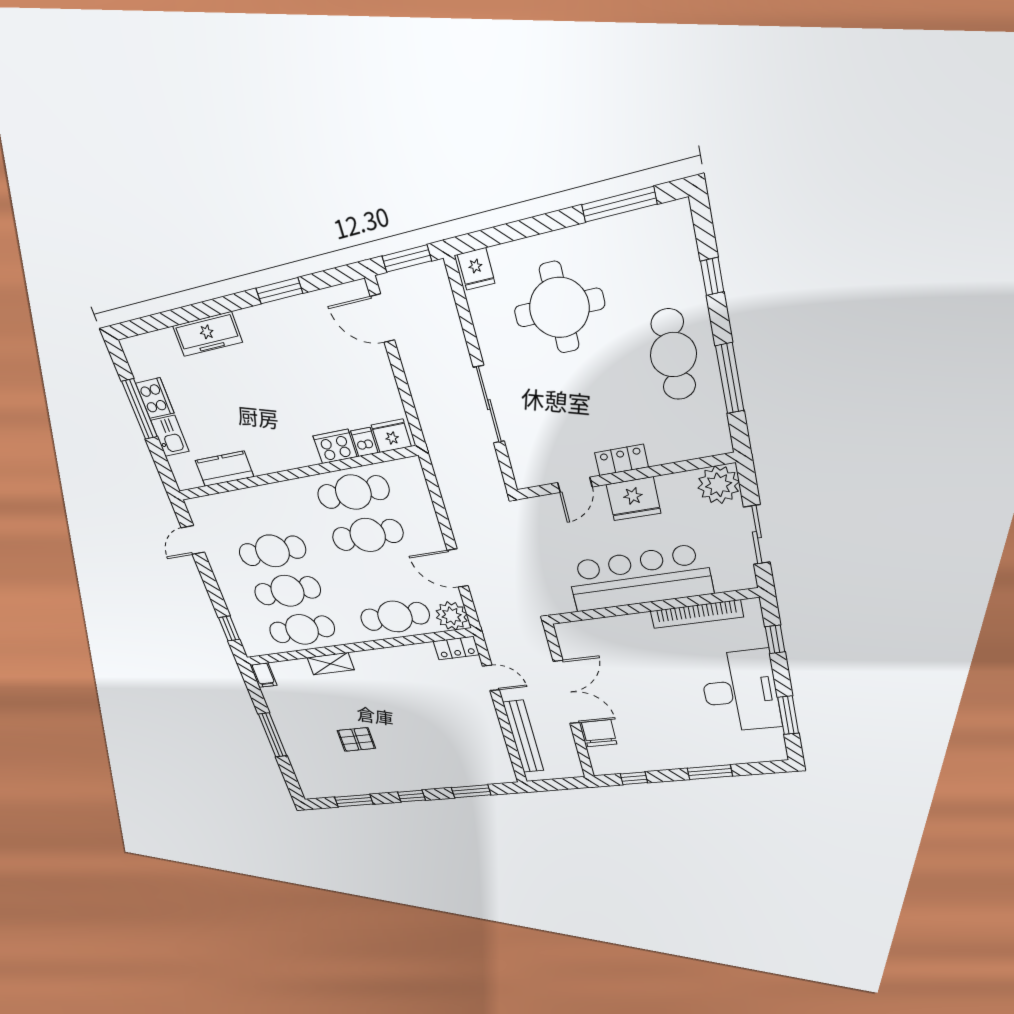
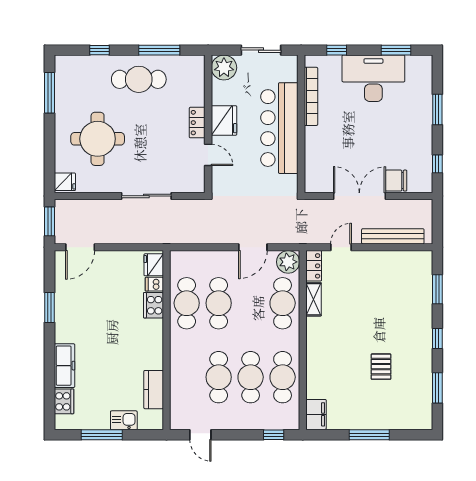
cooker: (155, 398) -> (64, 401), moved, turned 90
shelving: (331, 664) -> (313, 299), moved
filing cabinet: (264, 675) -> (316, 414), width x2.00

